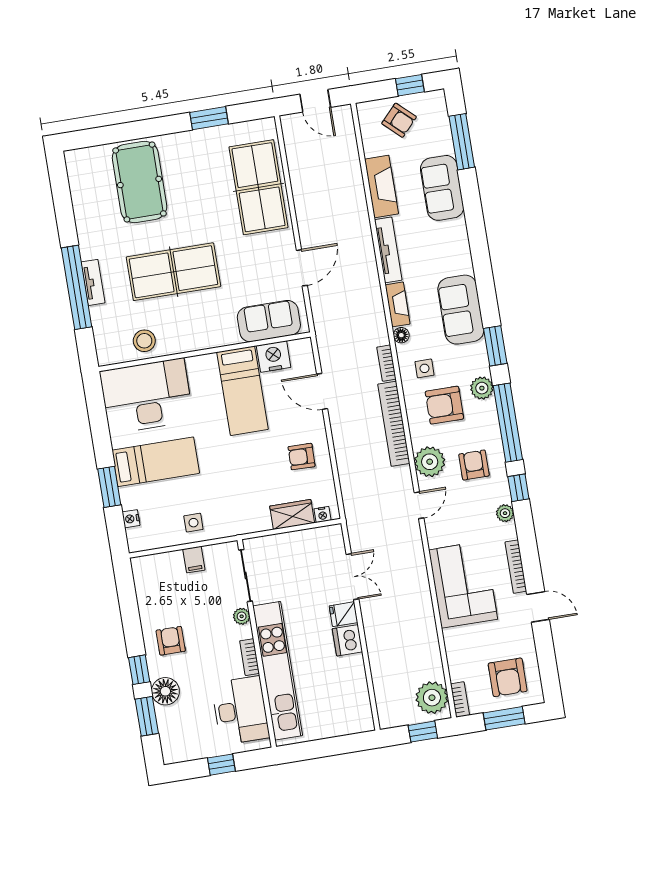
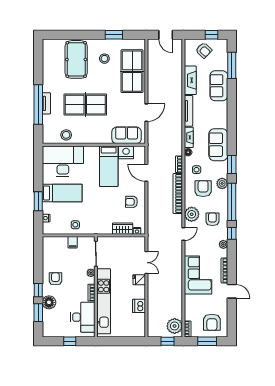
stool: (197, 171) -> (104, 59), added
armchair: (444, 405) -> (203, 189), turned 90
dishwasher: (347, 640) -> (139, 306), moved

